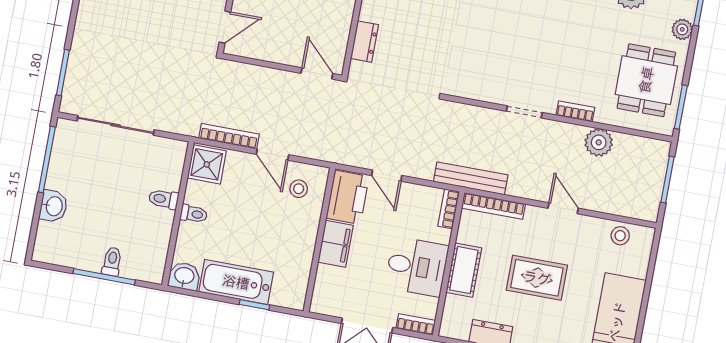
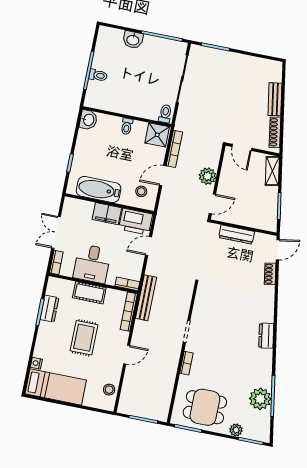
dresser: (365, 42) -> (237, 235), width x1.44
plant: (599, 142) -> (208, 176), moved
toilet: (164, 199) -> (165, 114), moved
bathtub: (236, 282) -> (99, 190), moved, turned -90

